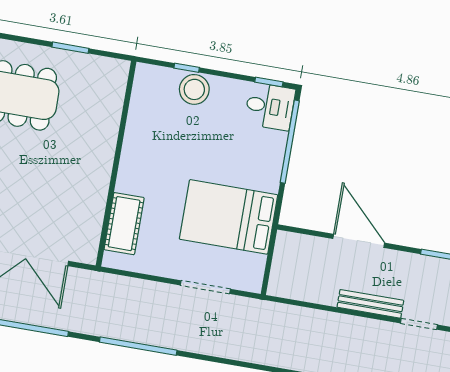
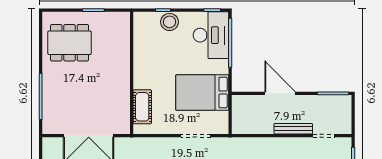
desk: (270, 106) -> (211, 35), width x1.87, depth x1.30

